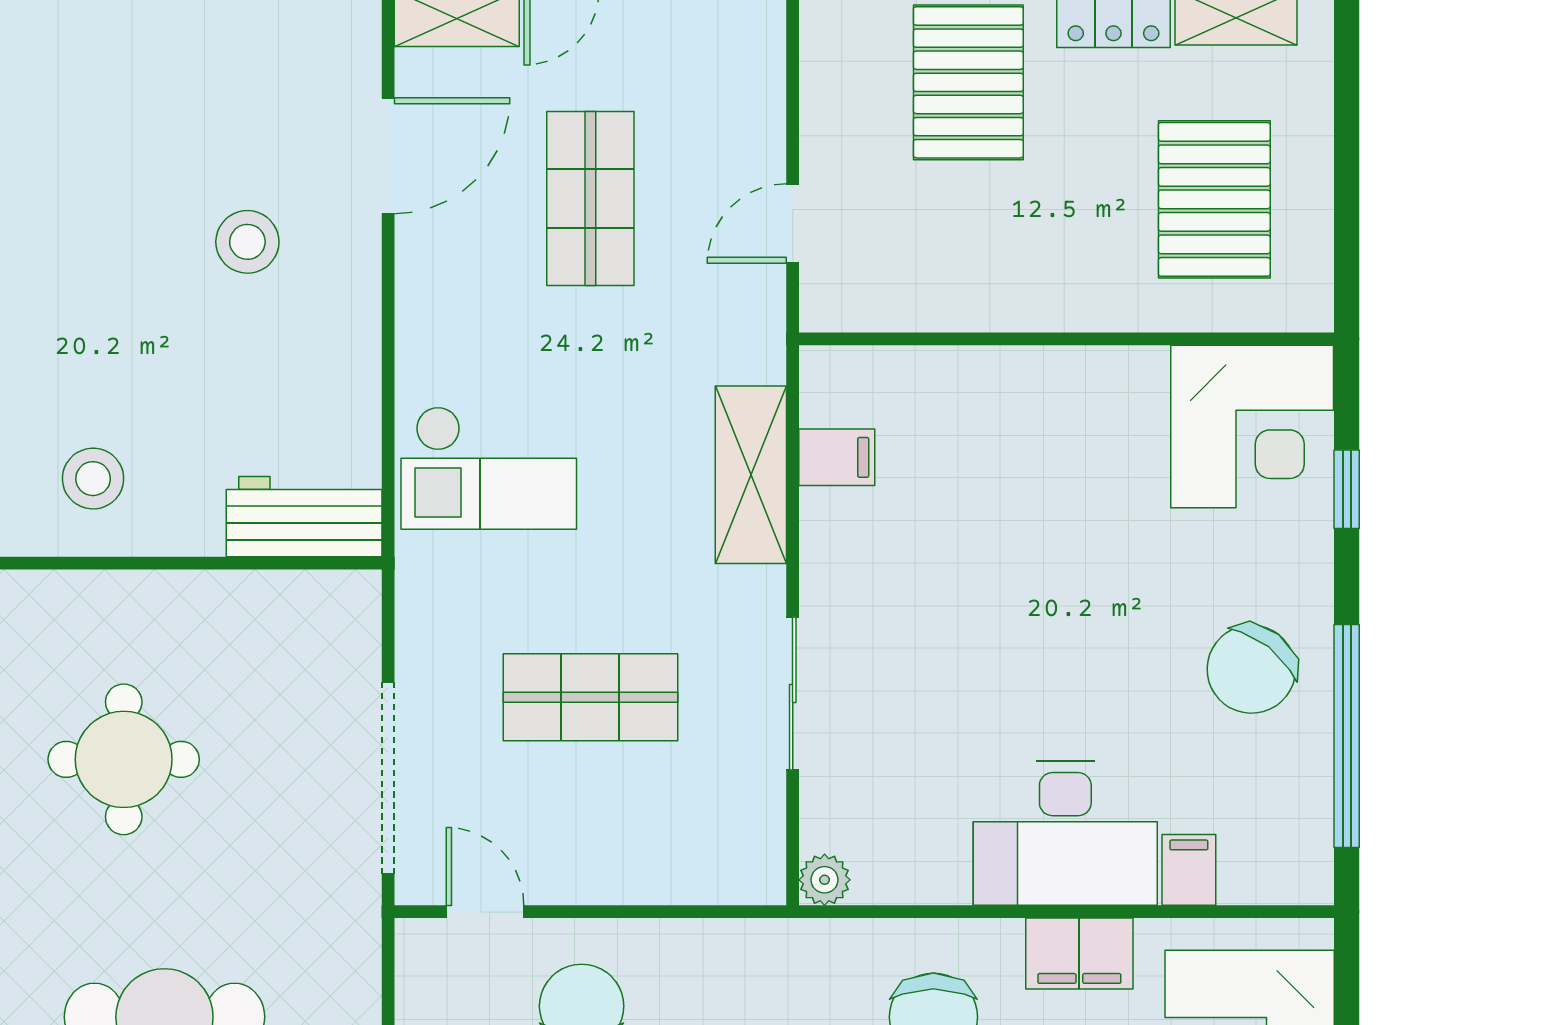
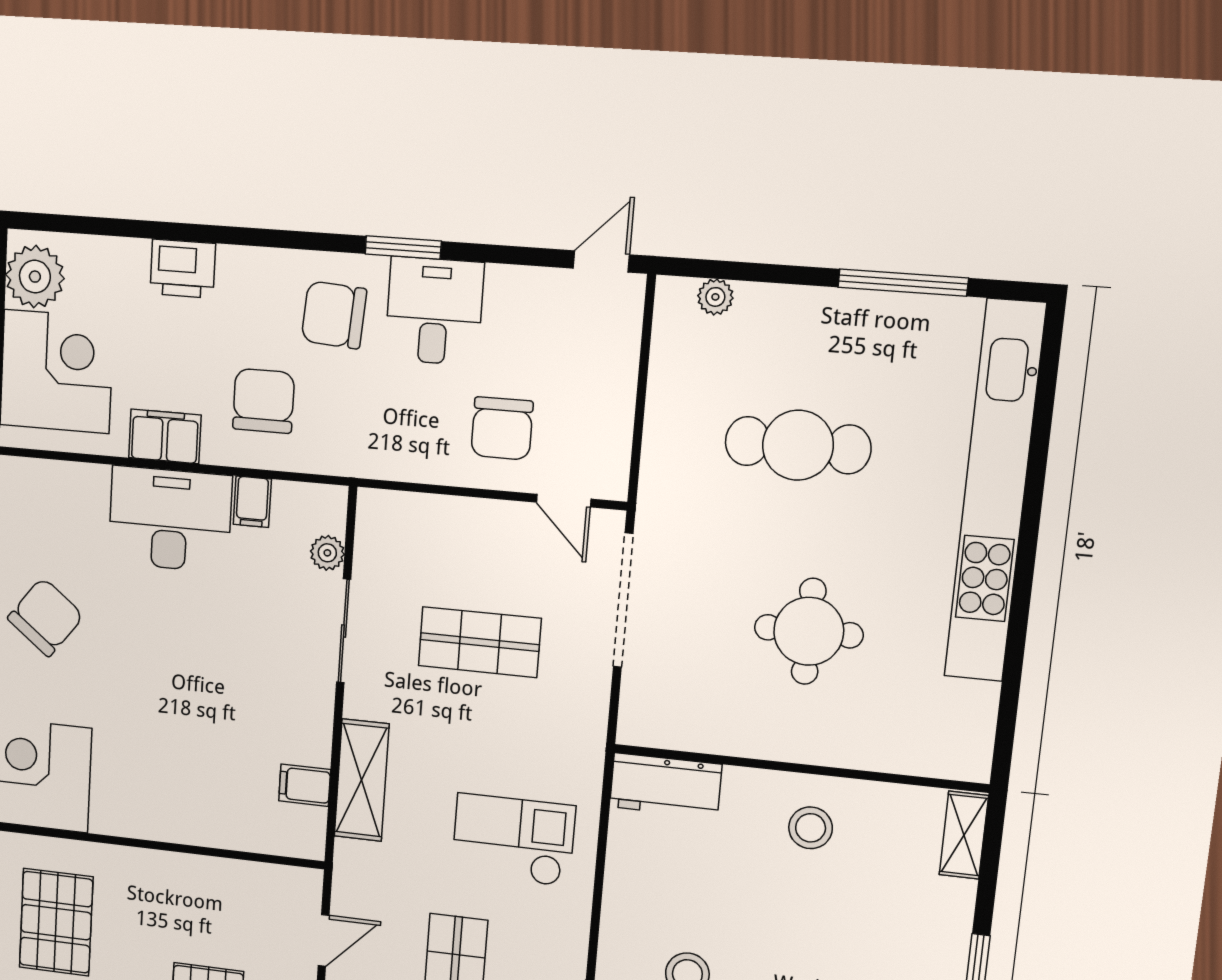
checkout: (489, 468) -> (513, 840), moved
filing cabinet: (1189, 870) -> (252, 502), moved
plant: (825, 880) -> (327, 553), moved

